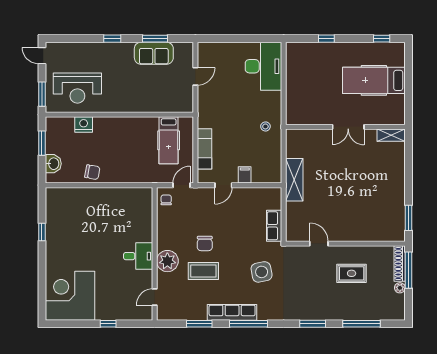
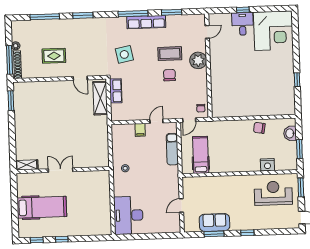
window: (326, 39) -> (62, 239), moved
shelving: (294, 180) -> (100, 98), moved
desk: (138, 256) -> (243, 24), moved, turned 90

